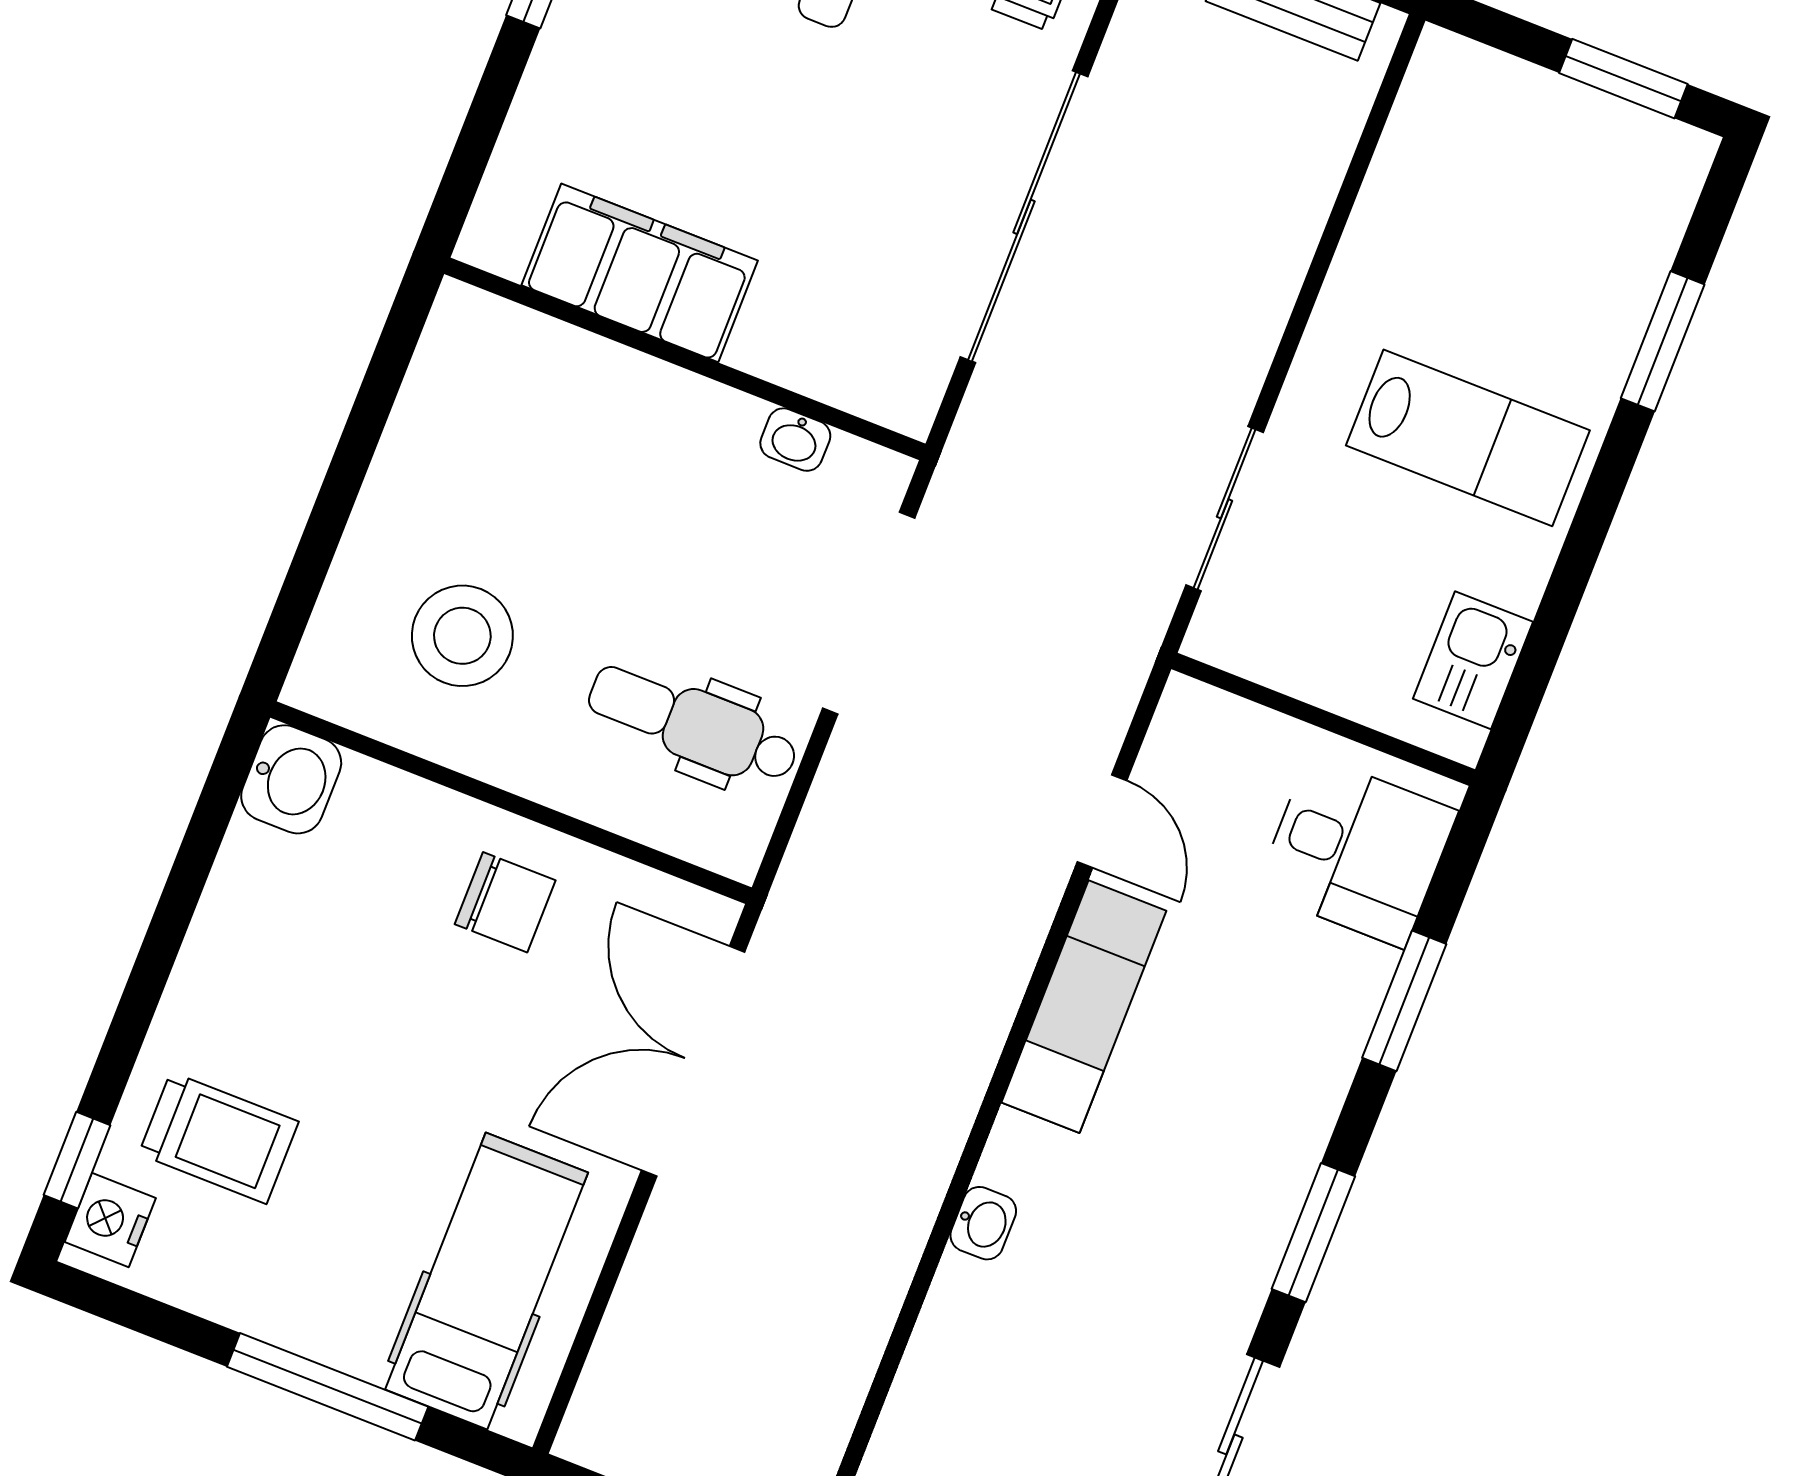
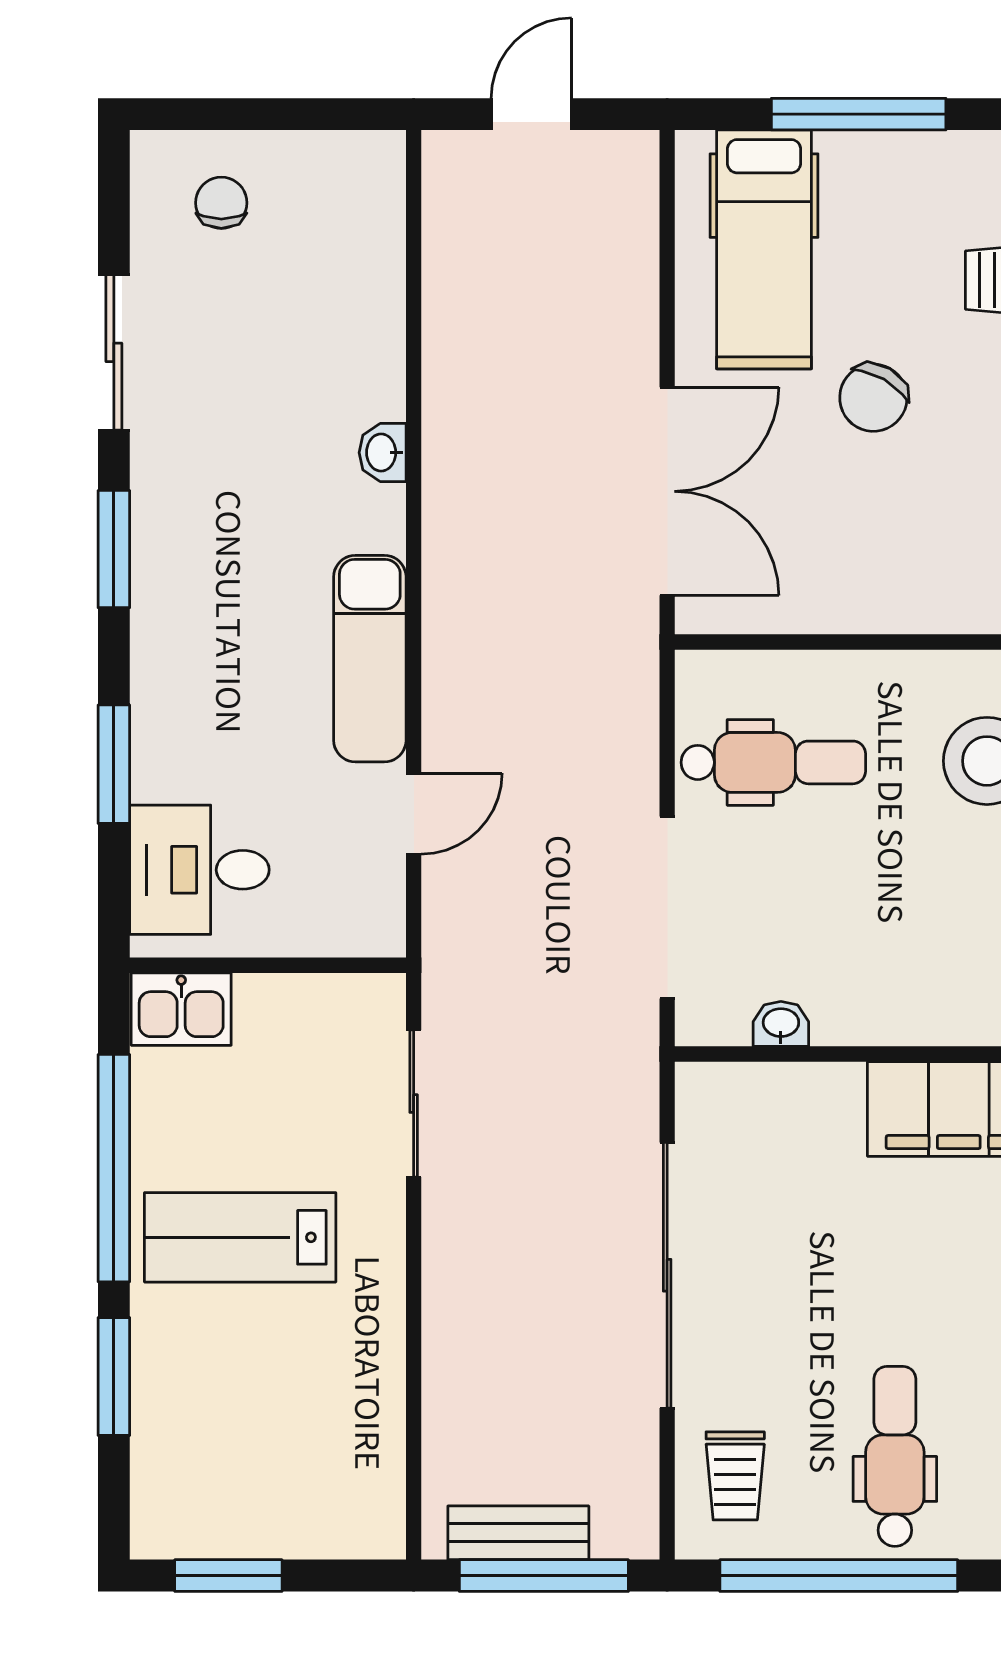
window: (1575, 566) -> (114, 1168), added
kitchen sink: (1473, 660) -> (181, 1009), moved, turned 90
door: (1102, 821) -> (414, 814), swing flipped
chair: (505, 902) -> (873, 398), moved, turned -60

